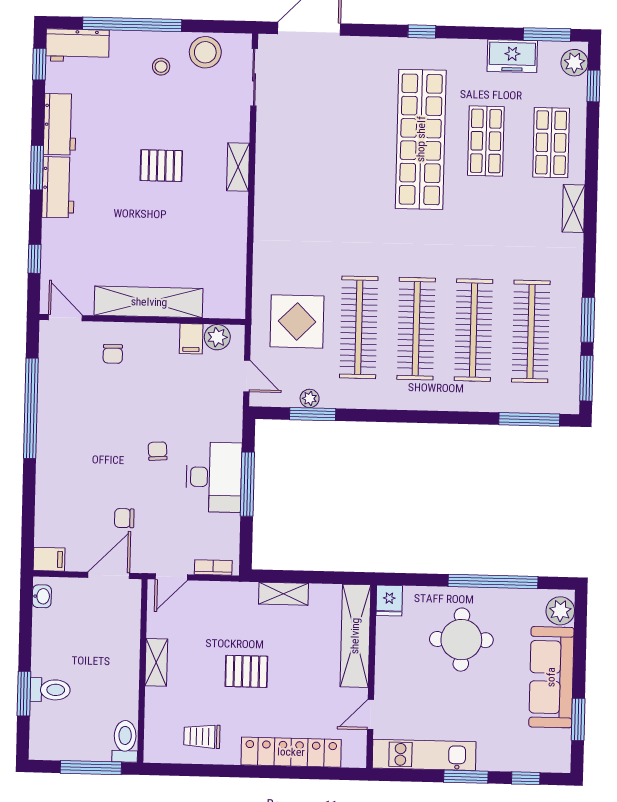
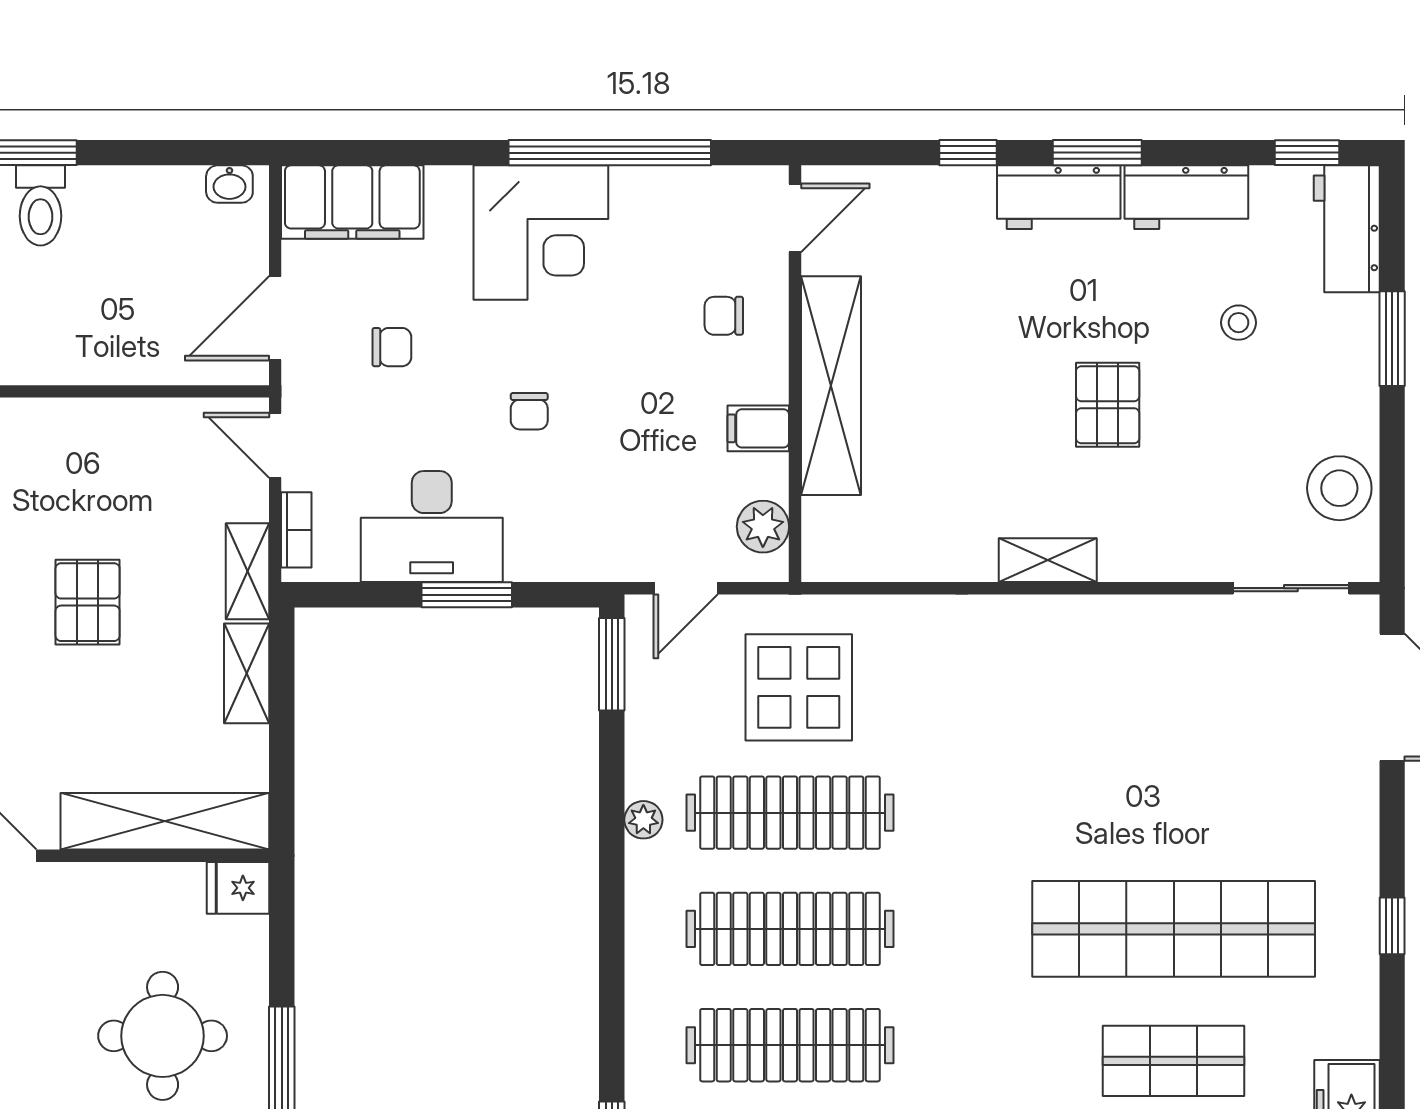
window: (132, 24) -> (1392, 339), width x0.47
stool: (161, 67) -> (1239, 323), moved
shelving: (238, 167) -> (1048, 560), moved
window: (35, 259) -> (968, 153), moved
filing cabinet: (191, 339) -> (758, 428), moved
plant: (310, 398) -> (643, 820), moved
window: (313, 414) -> (612, 664), moved
corner desk: (70, 443) -> (541, 233), added
chair: (158, 451) -> (529, 411), turned 94
desk: (214, 477) -> (432, 527), moved
window: (247, 484) -> (467, 595), width x0.69
chair: (124, 518) -> (392, 347), turned 90
filing cabinet: (49, 559) -> (352, 202), width x3.00, depth x1.17
door: (109, 575) -> (275, 318), swing flipped
shelving: (156, 662) -> (247, 571), moved, turned 90

